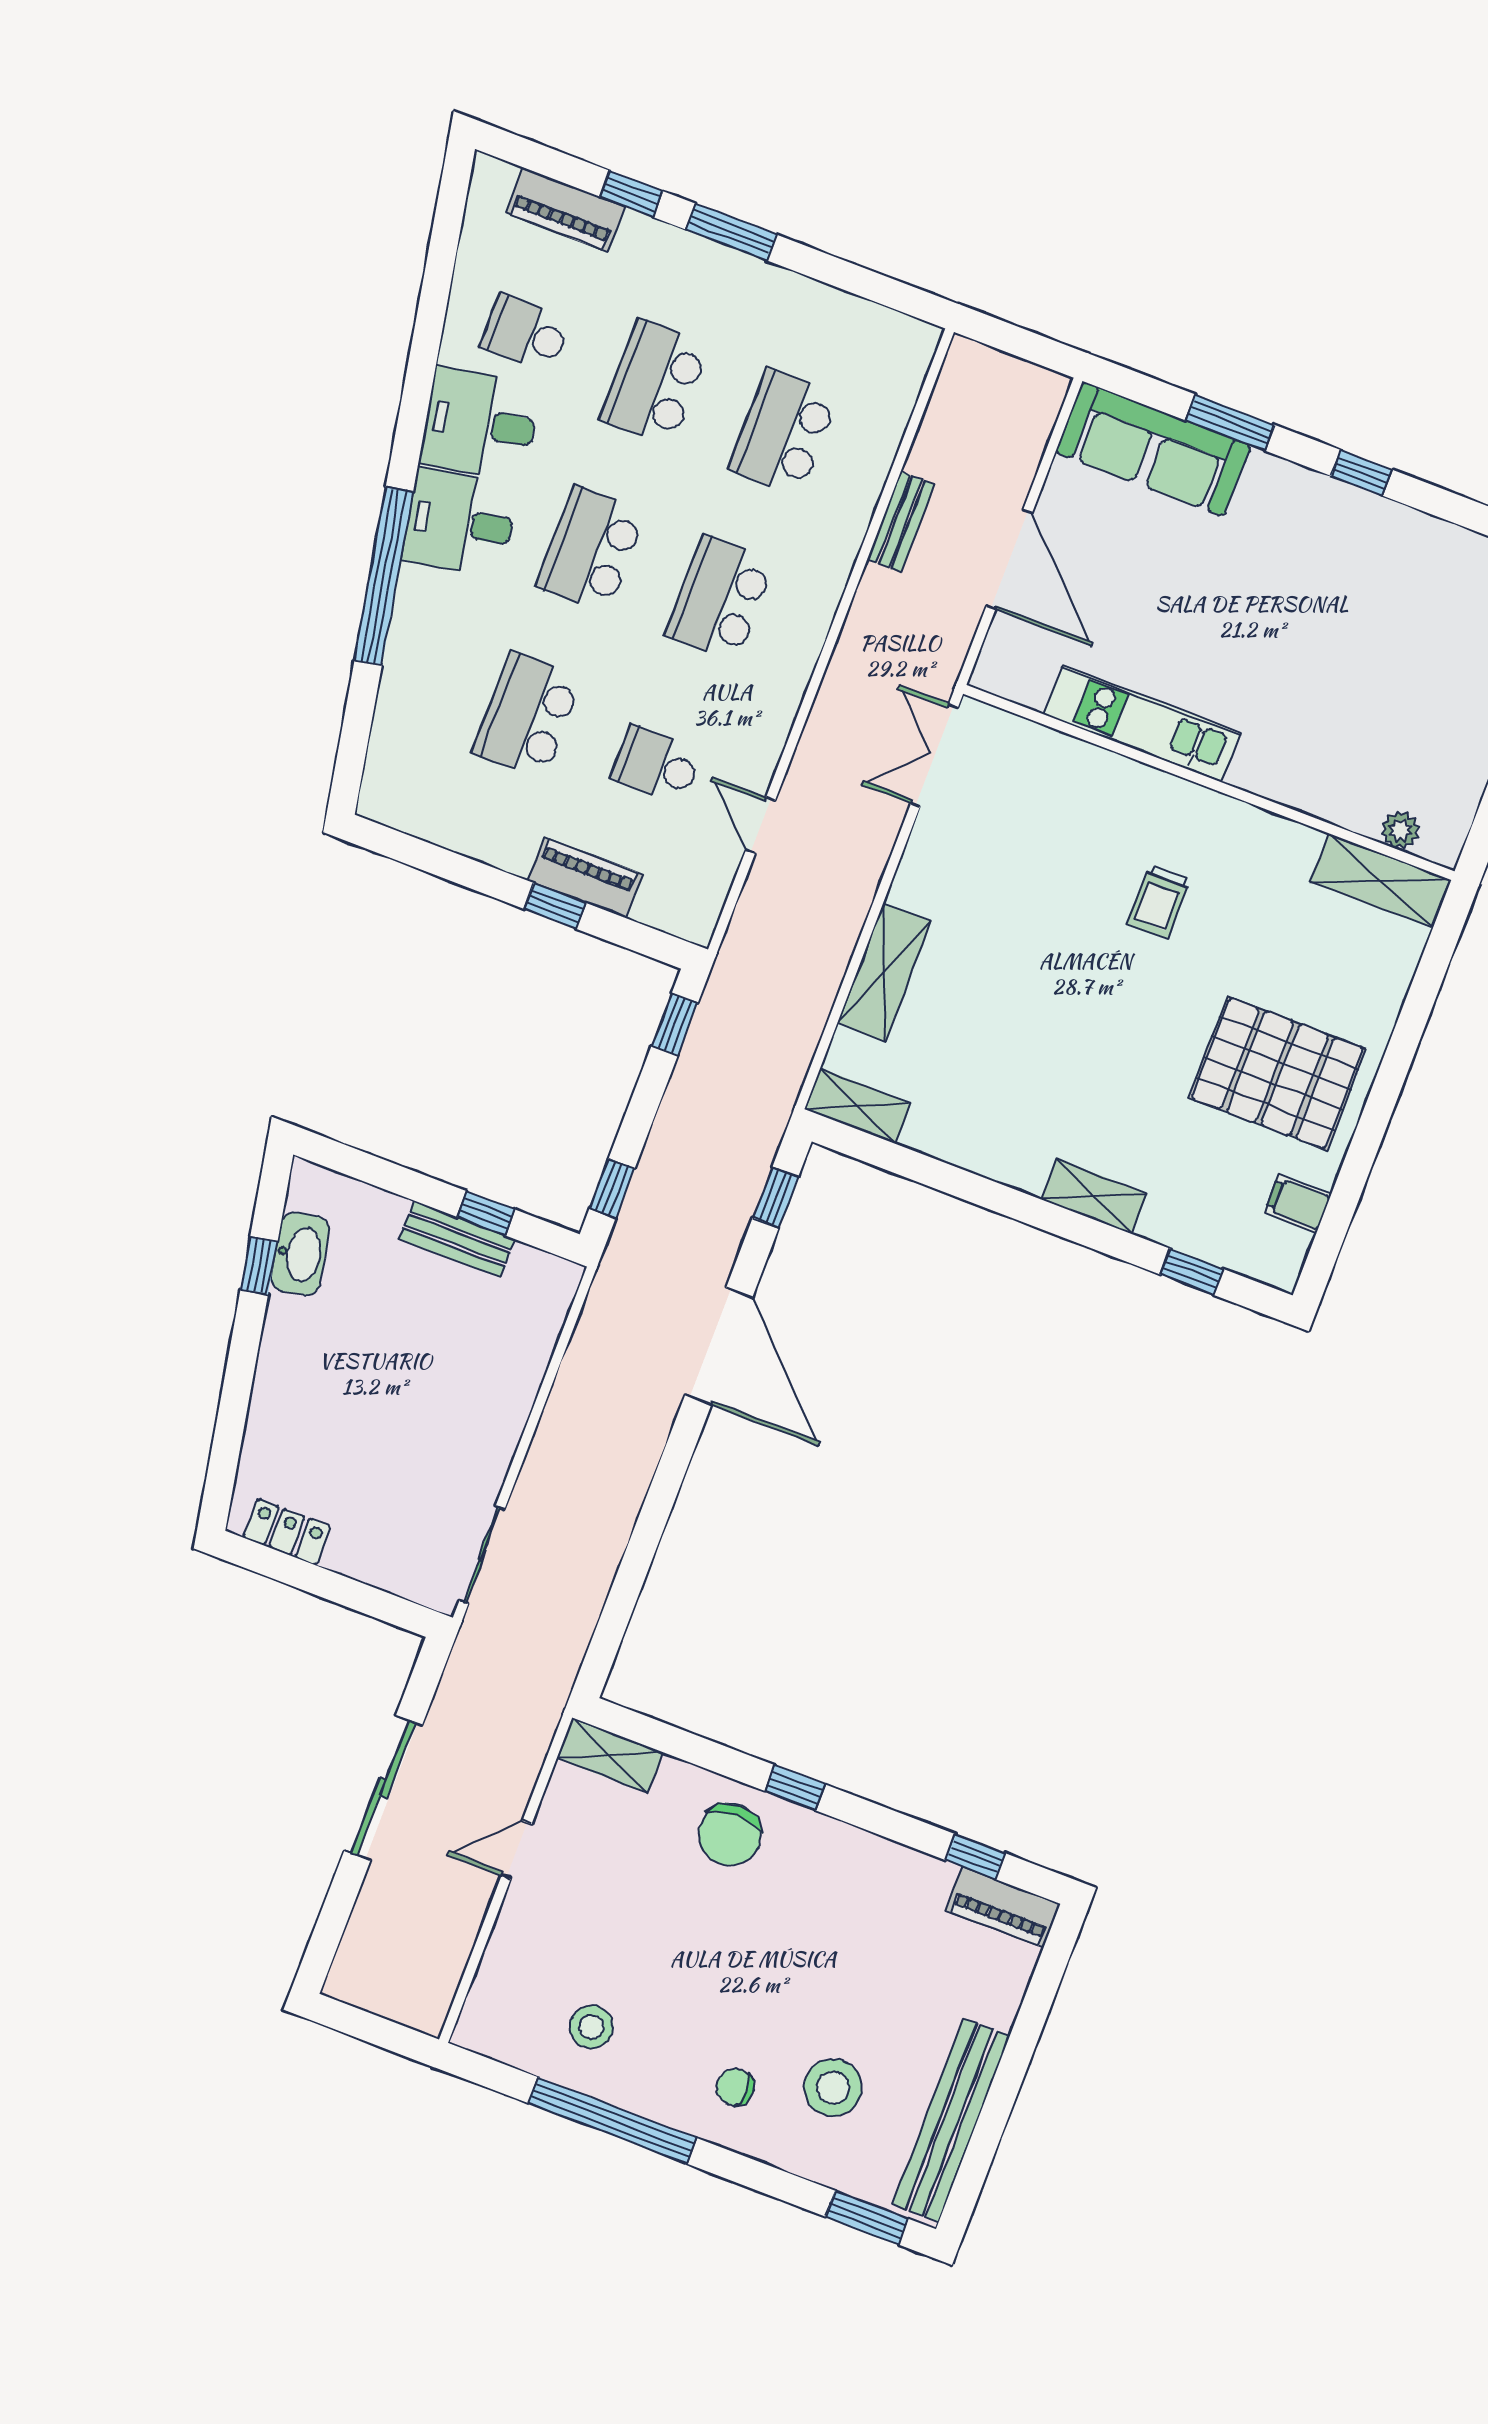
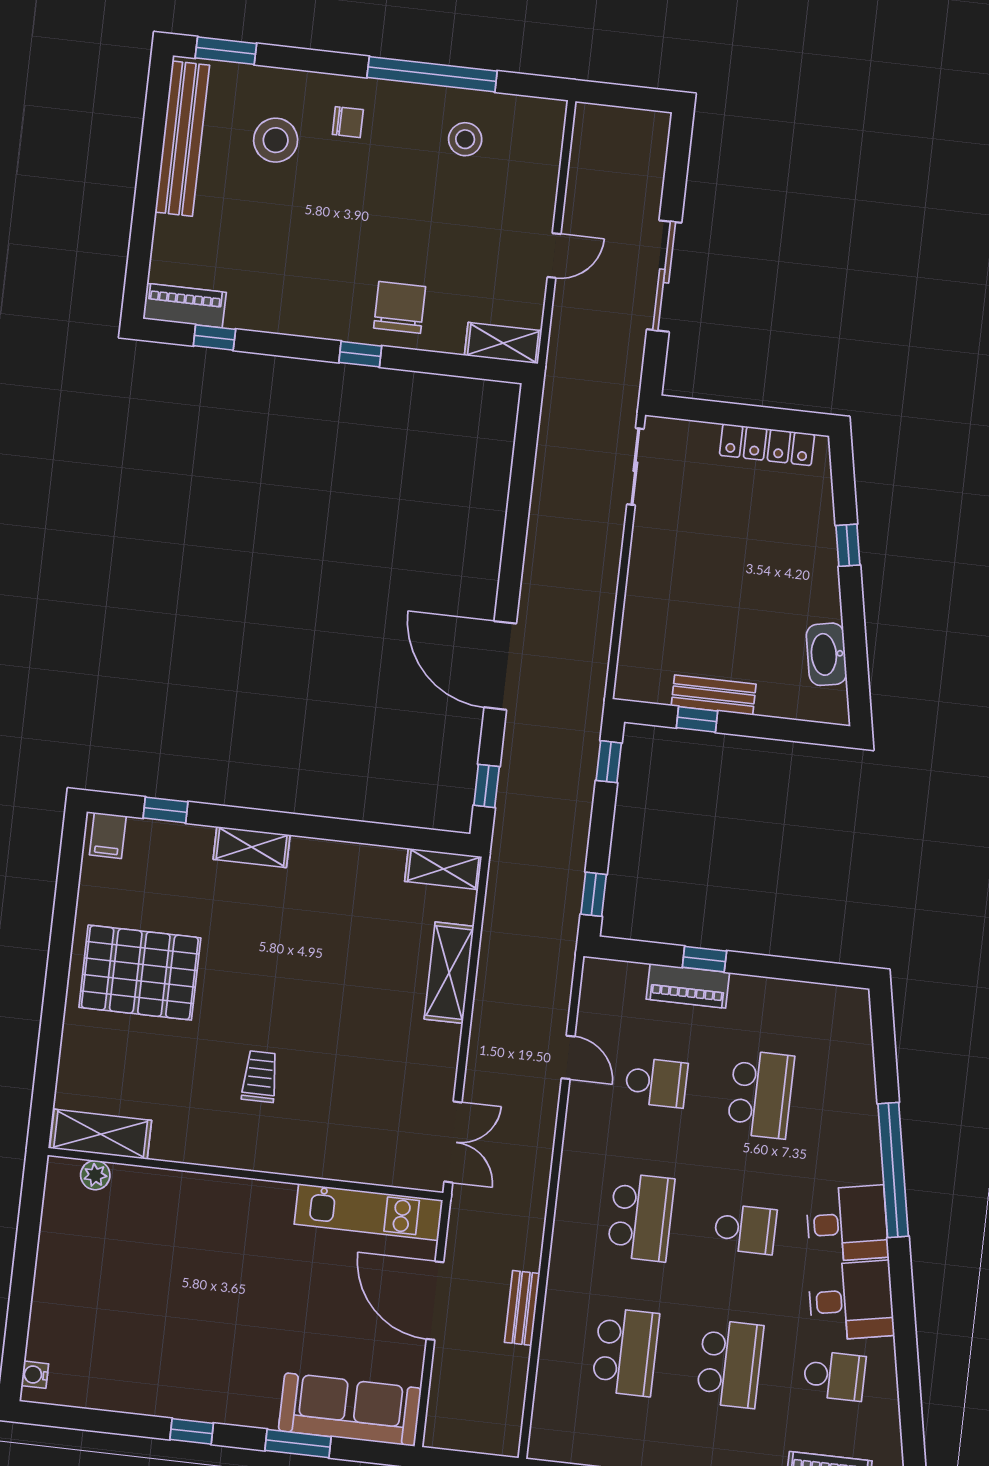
school desk: (591, 549) -> (745, 1229), width x0.54
kitchen unit: (1142, 723) -> (368, 1212), moved
filing cabinet: (1298, 1203) -> (108, 835), moved, turned 90
window: (259, 1265) -> (848, 545), moved
locker: (287, 1532) -> (767, 445), width x1.53

